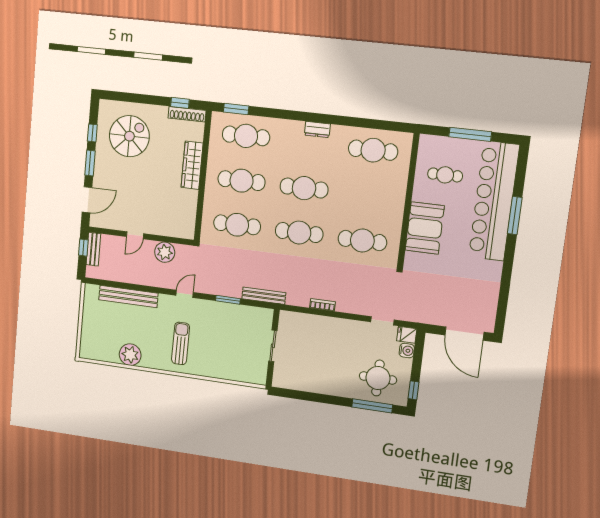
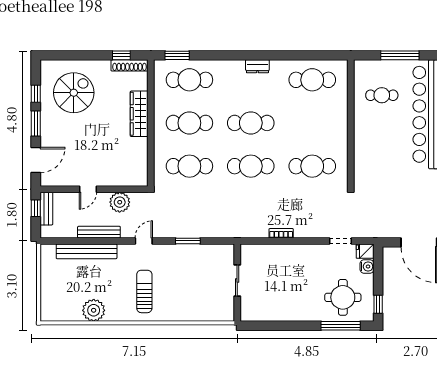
booth: (425, 228) -> (369, 147), removed
bench: (264, 296) -> (99, 232), moved

